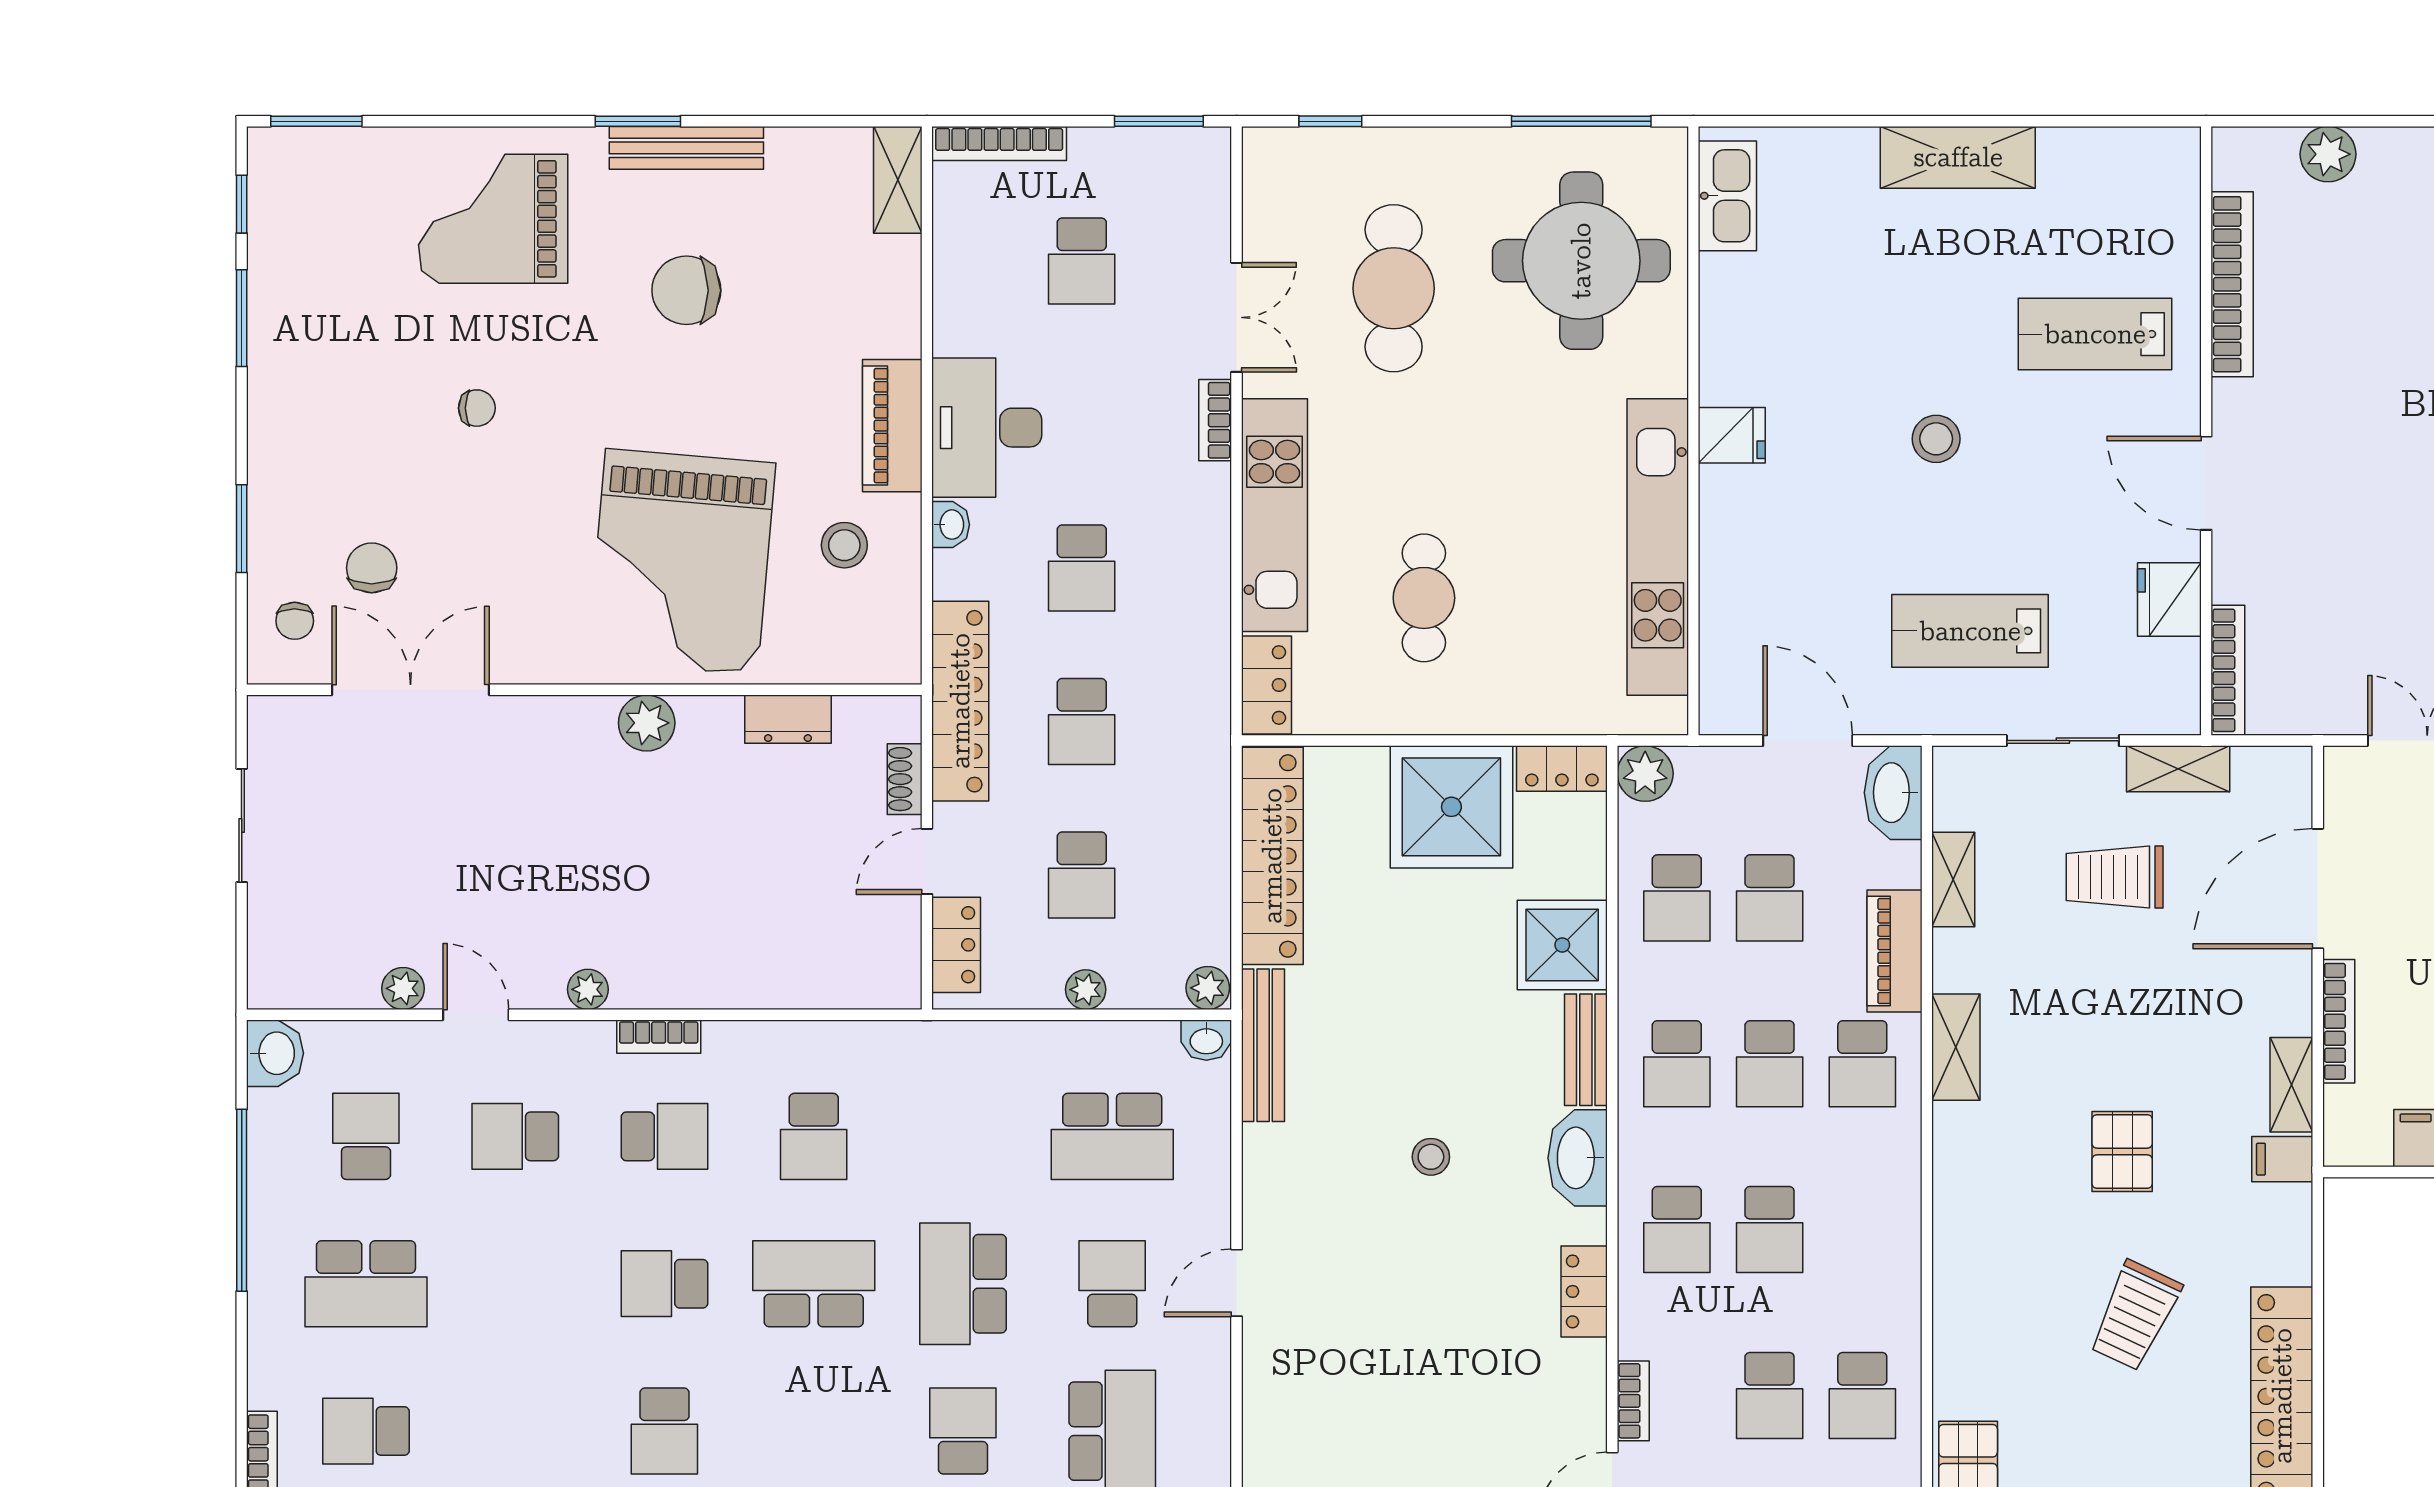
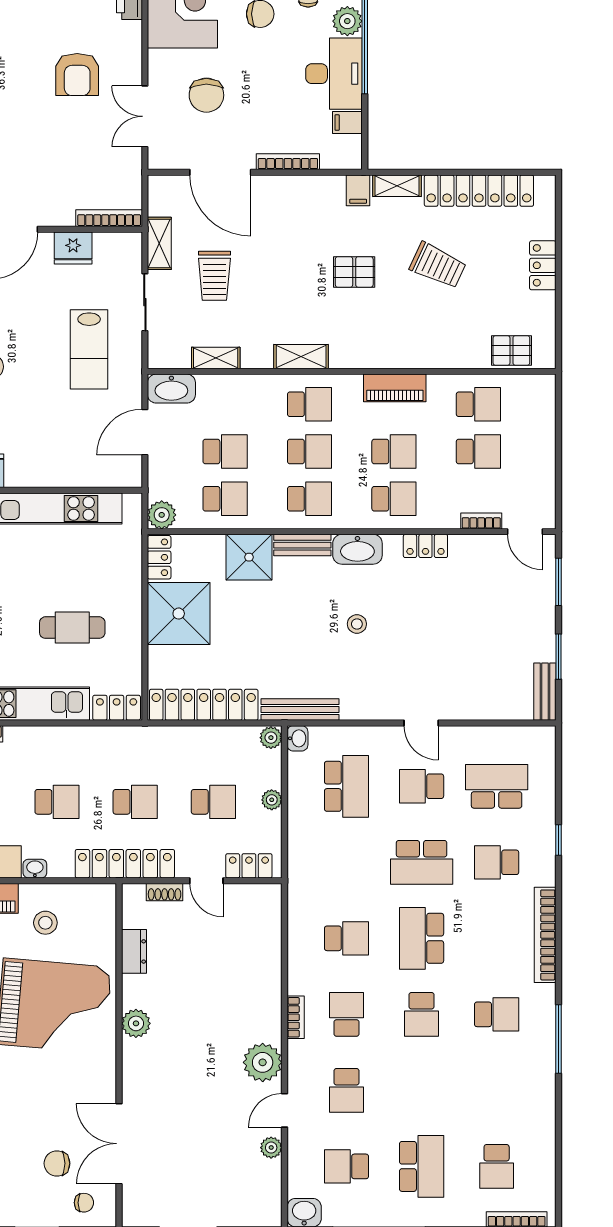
piano: (1895, 951) -> (395, 388), moved
plant: (588, 989) -> (263, 1062), width x1.87, depth x1.87
shelving: (2291, 1085) -> (397, 186), moved

